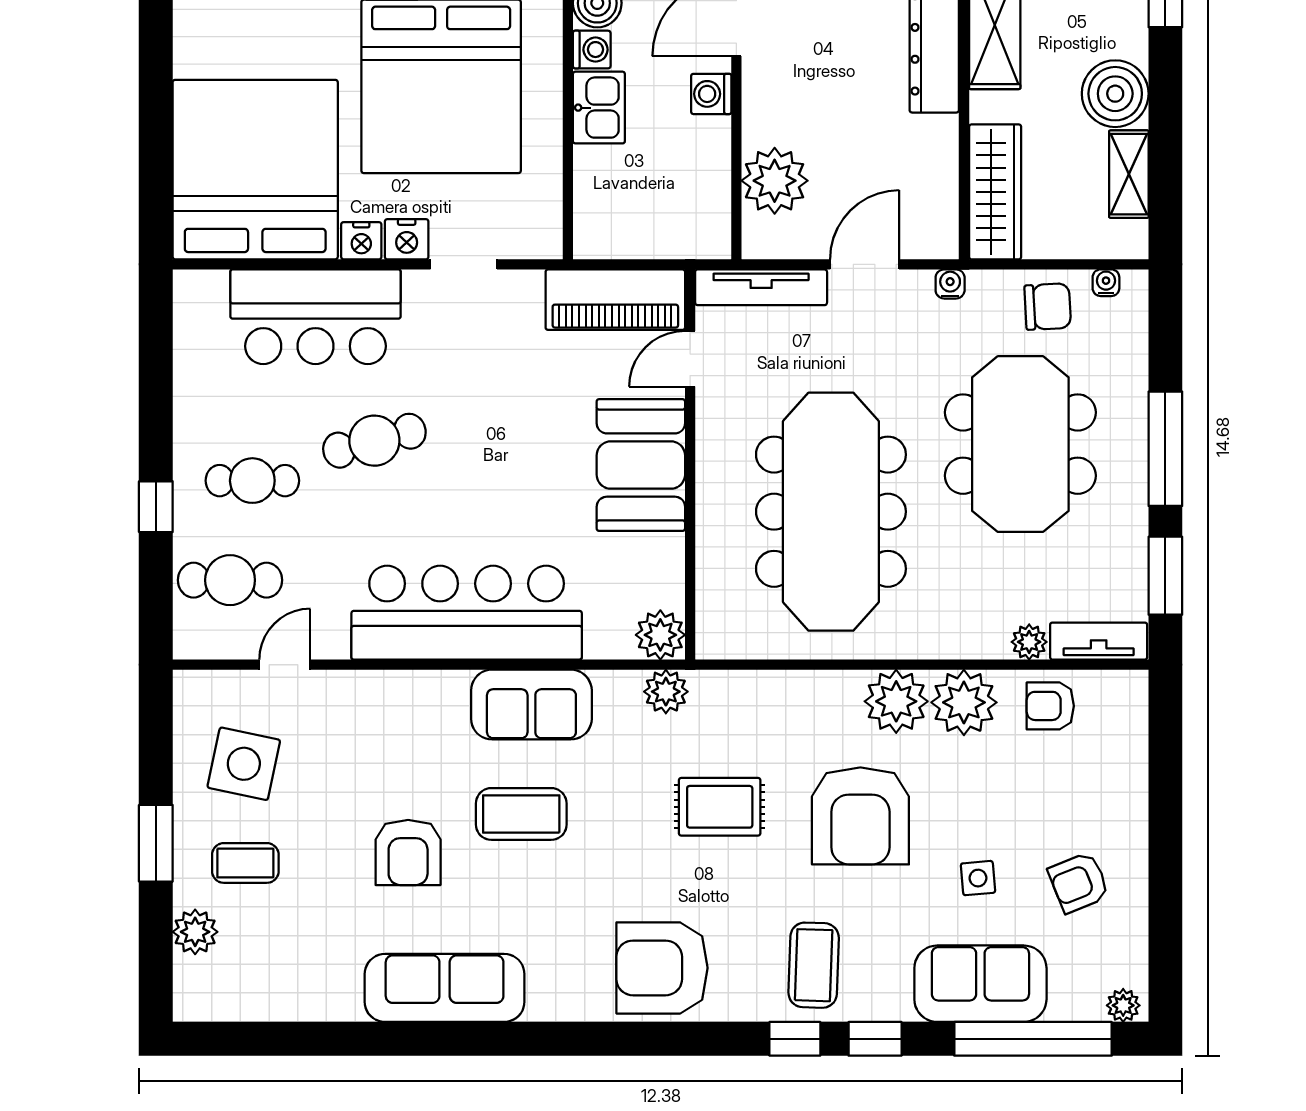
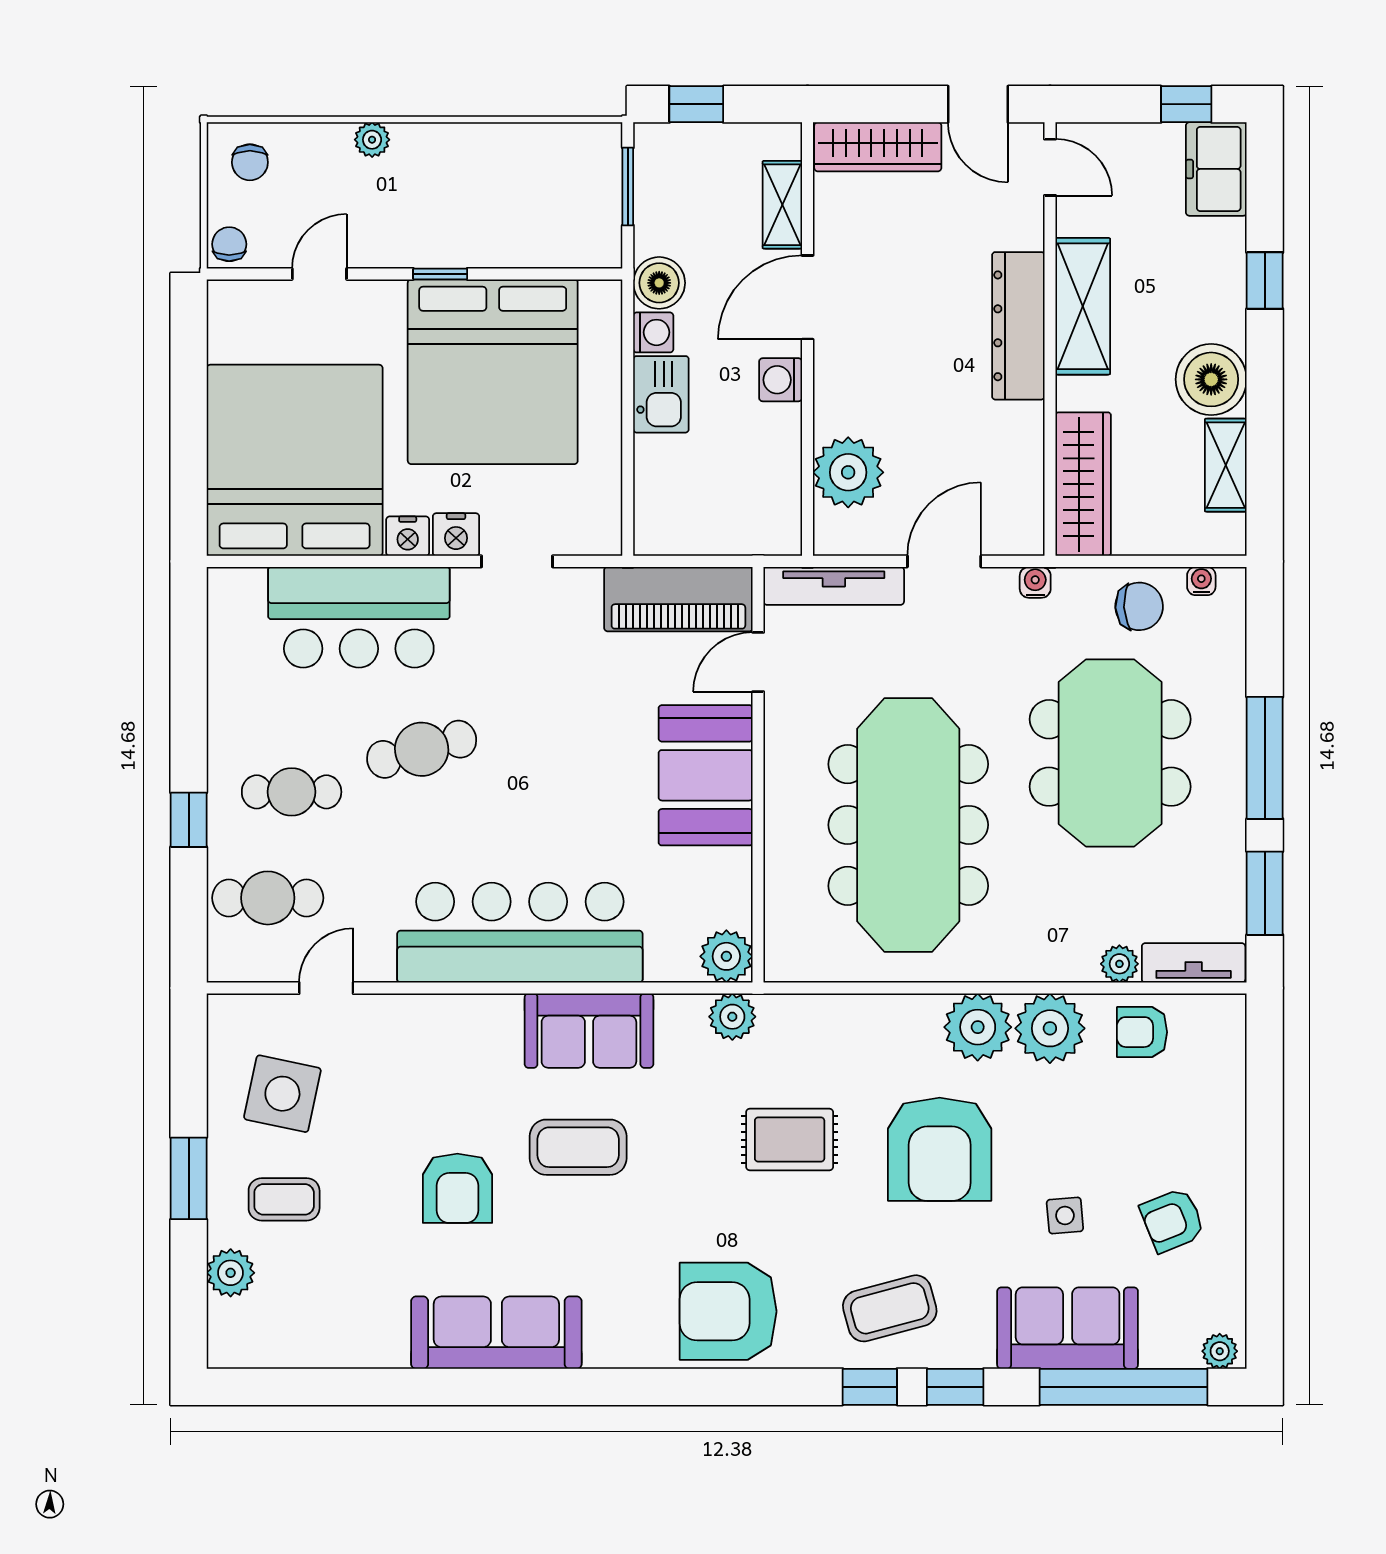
coffee table: (814, 965) -> (890, 1308), turned 73

